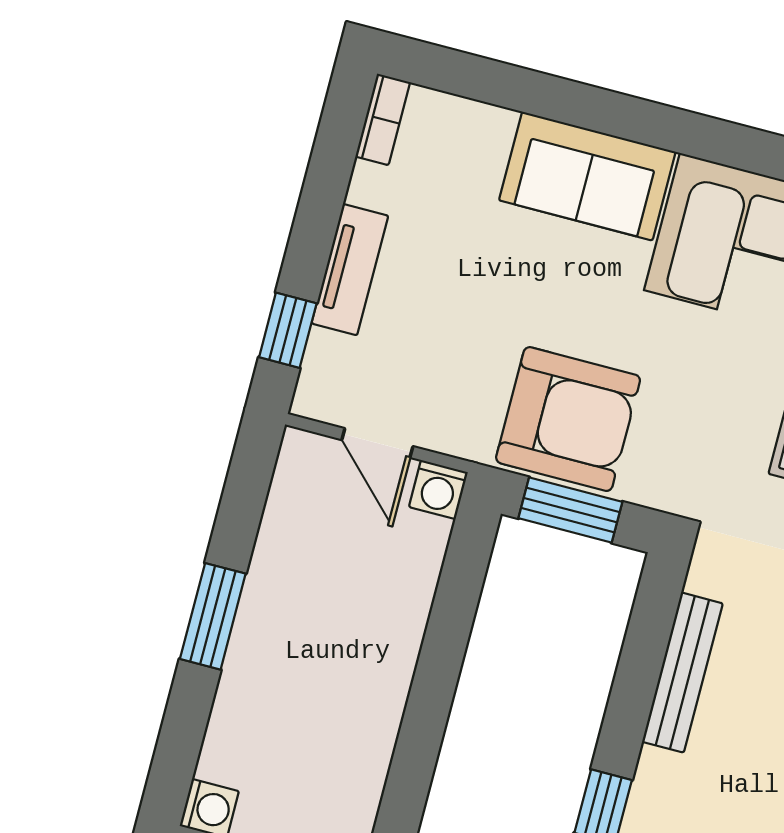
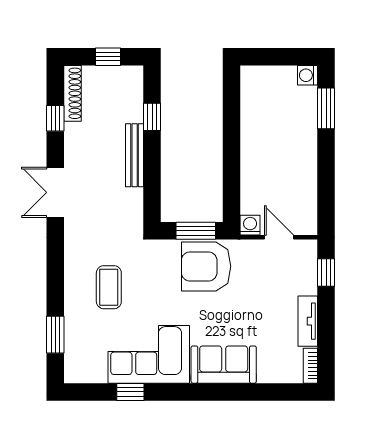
tv unit: (350, 270) -> (308, 321), moved
window: (213, 616) -> (326, 108), moved
bench: (682, 673) -> (135, 155), moved

